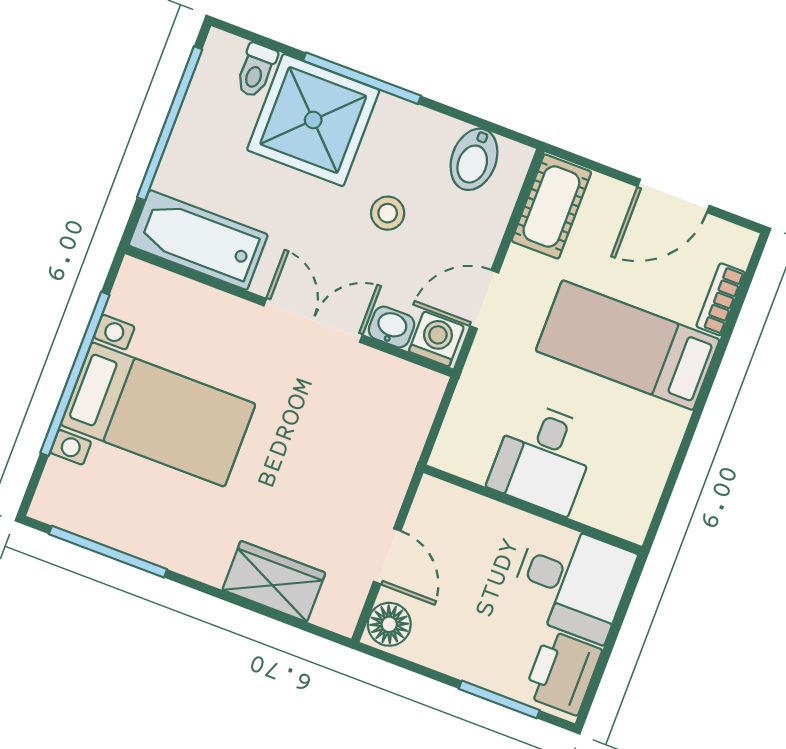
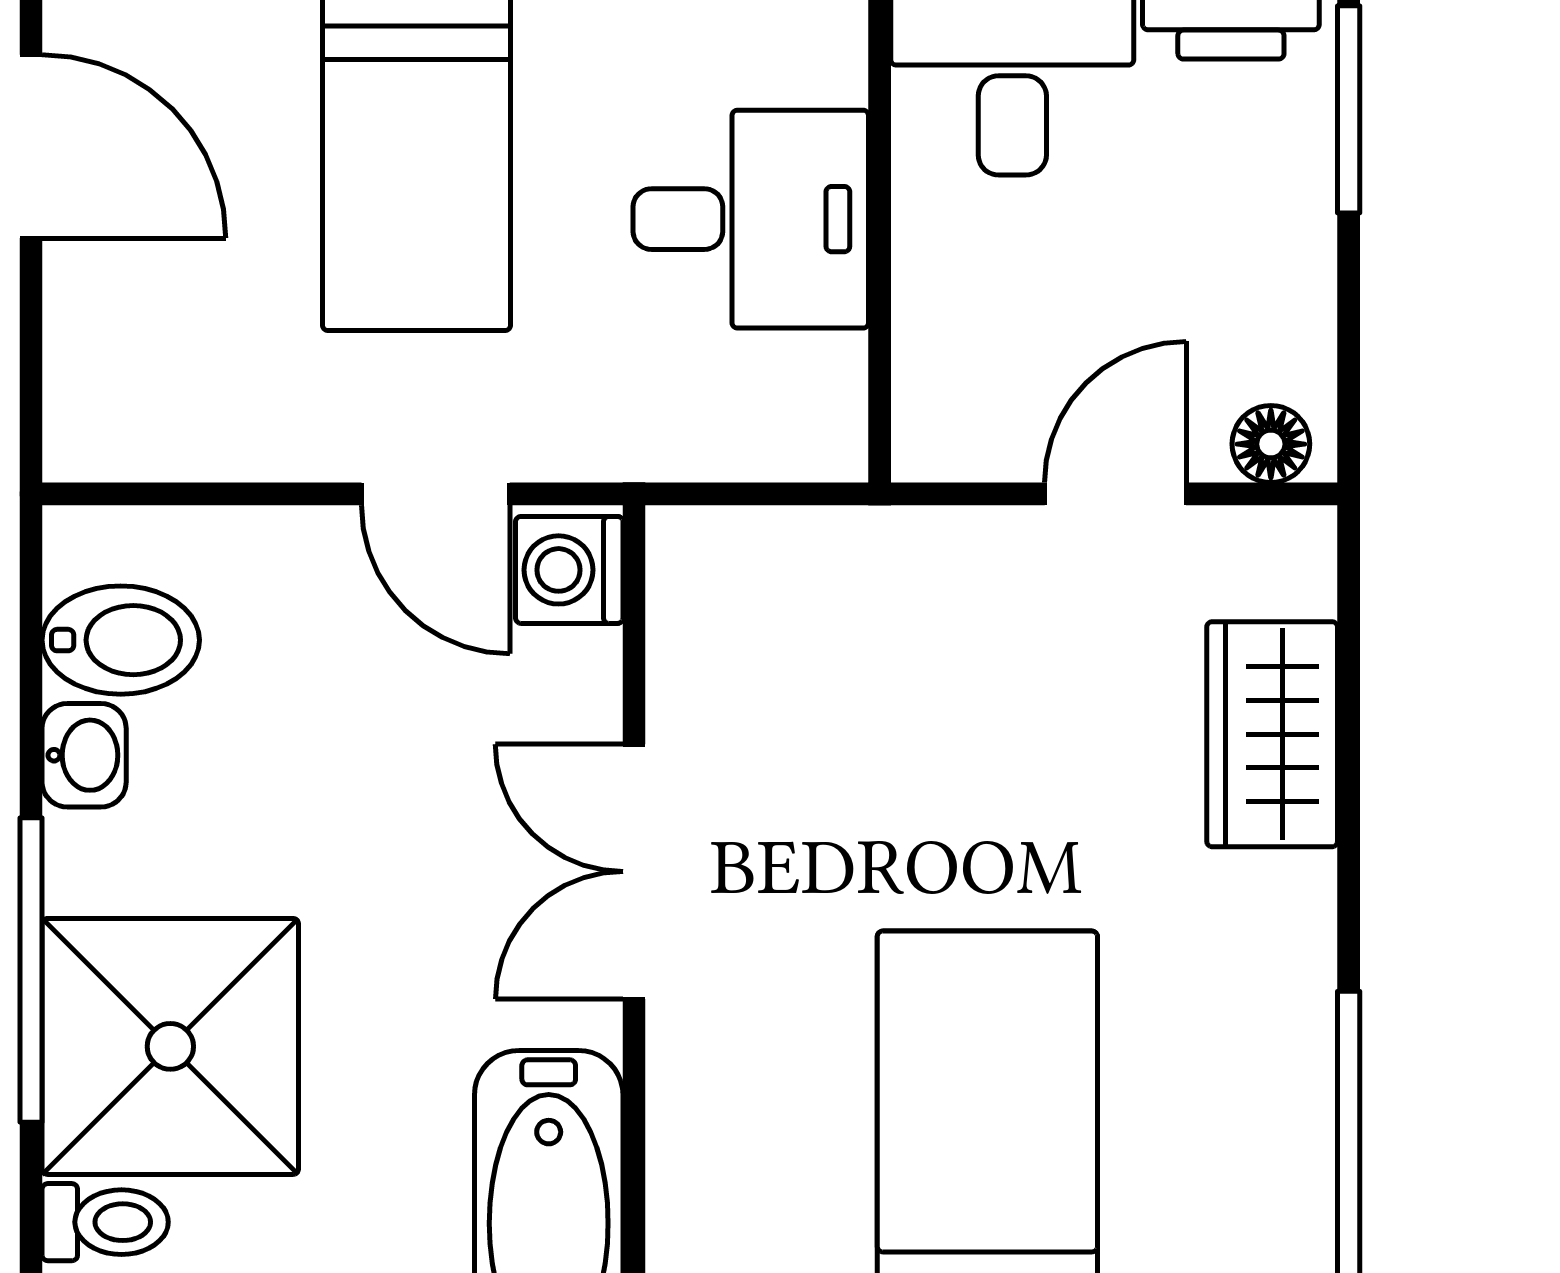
cot: (551, 206) -> (162, 420), removed
stool: (388, 213) -> (321, 793), removed
washbasin: (391, 327) -> (84, 755), moved, turned 180
floor lamp: (389, 624) -> (1271, 444), width x0.73, depth x0.73

